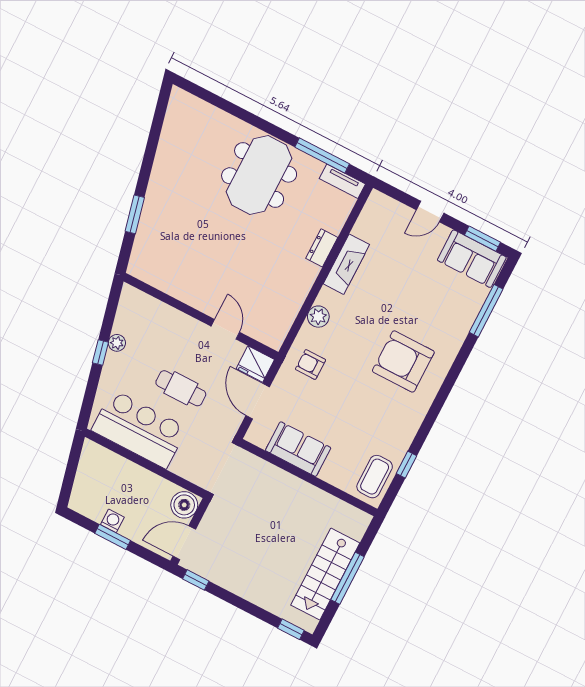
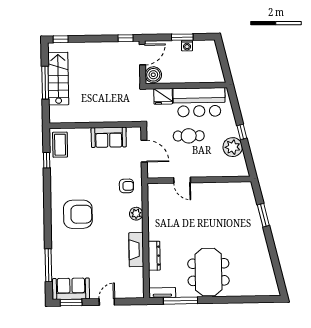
dresser: (322, 248) -> (154, 256), width x1.44
plant: (117, 343) -> (233, 147), width x1.87, depth x1.87
fridge: (255, 364) -> (163, 96), moved, turned 180

